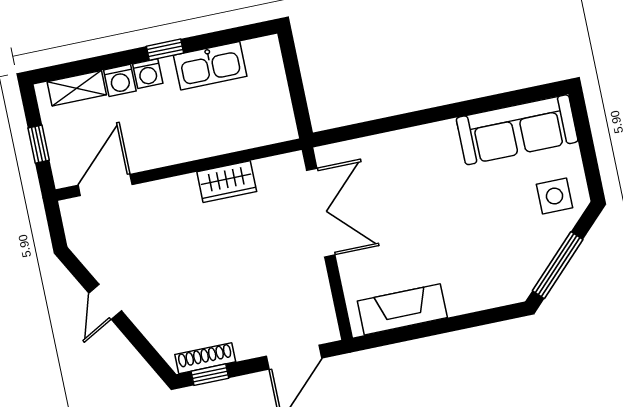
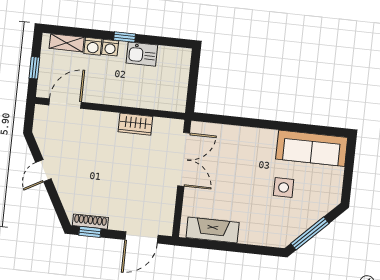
kitchen sink: (210, 66) -> (142, 54), width x0.73
side table: (555, 196) -> (284, 187), moved

